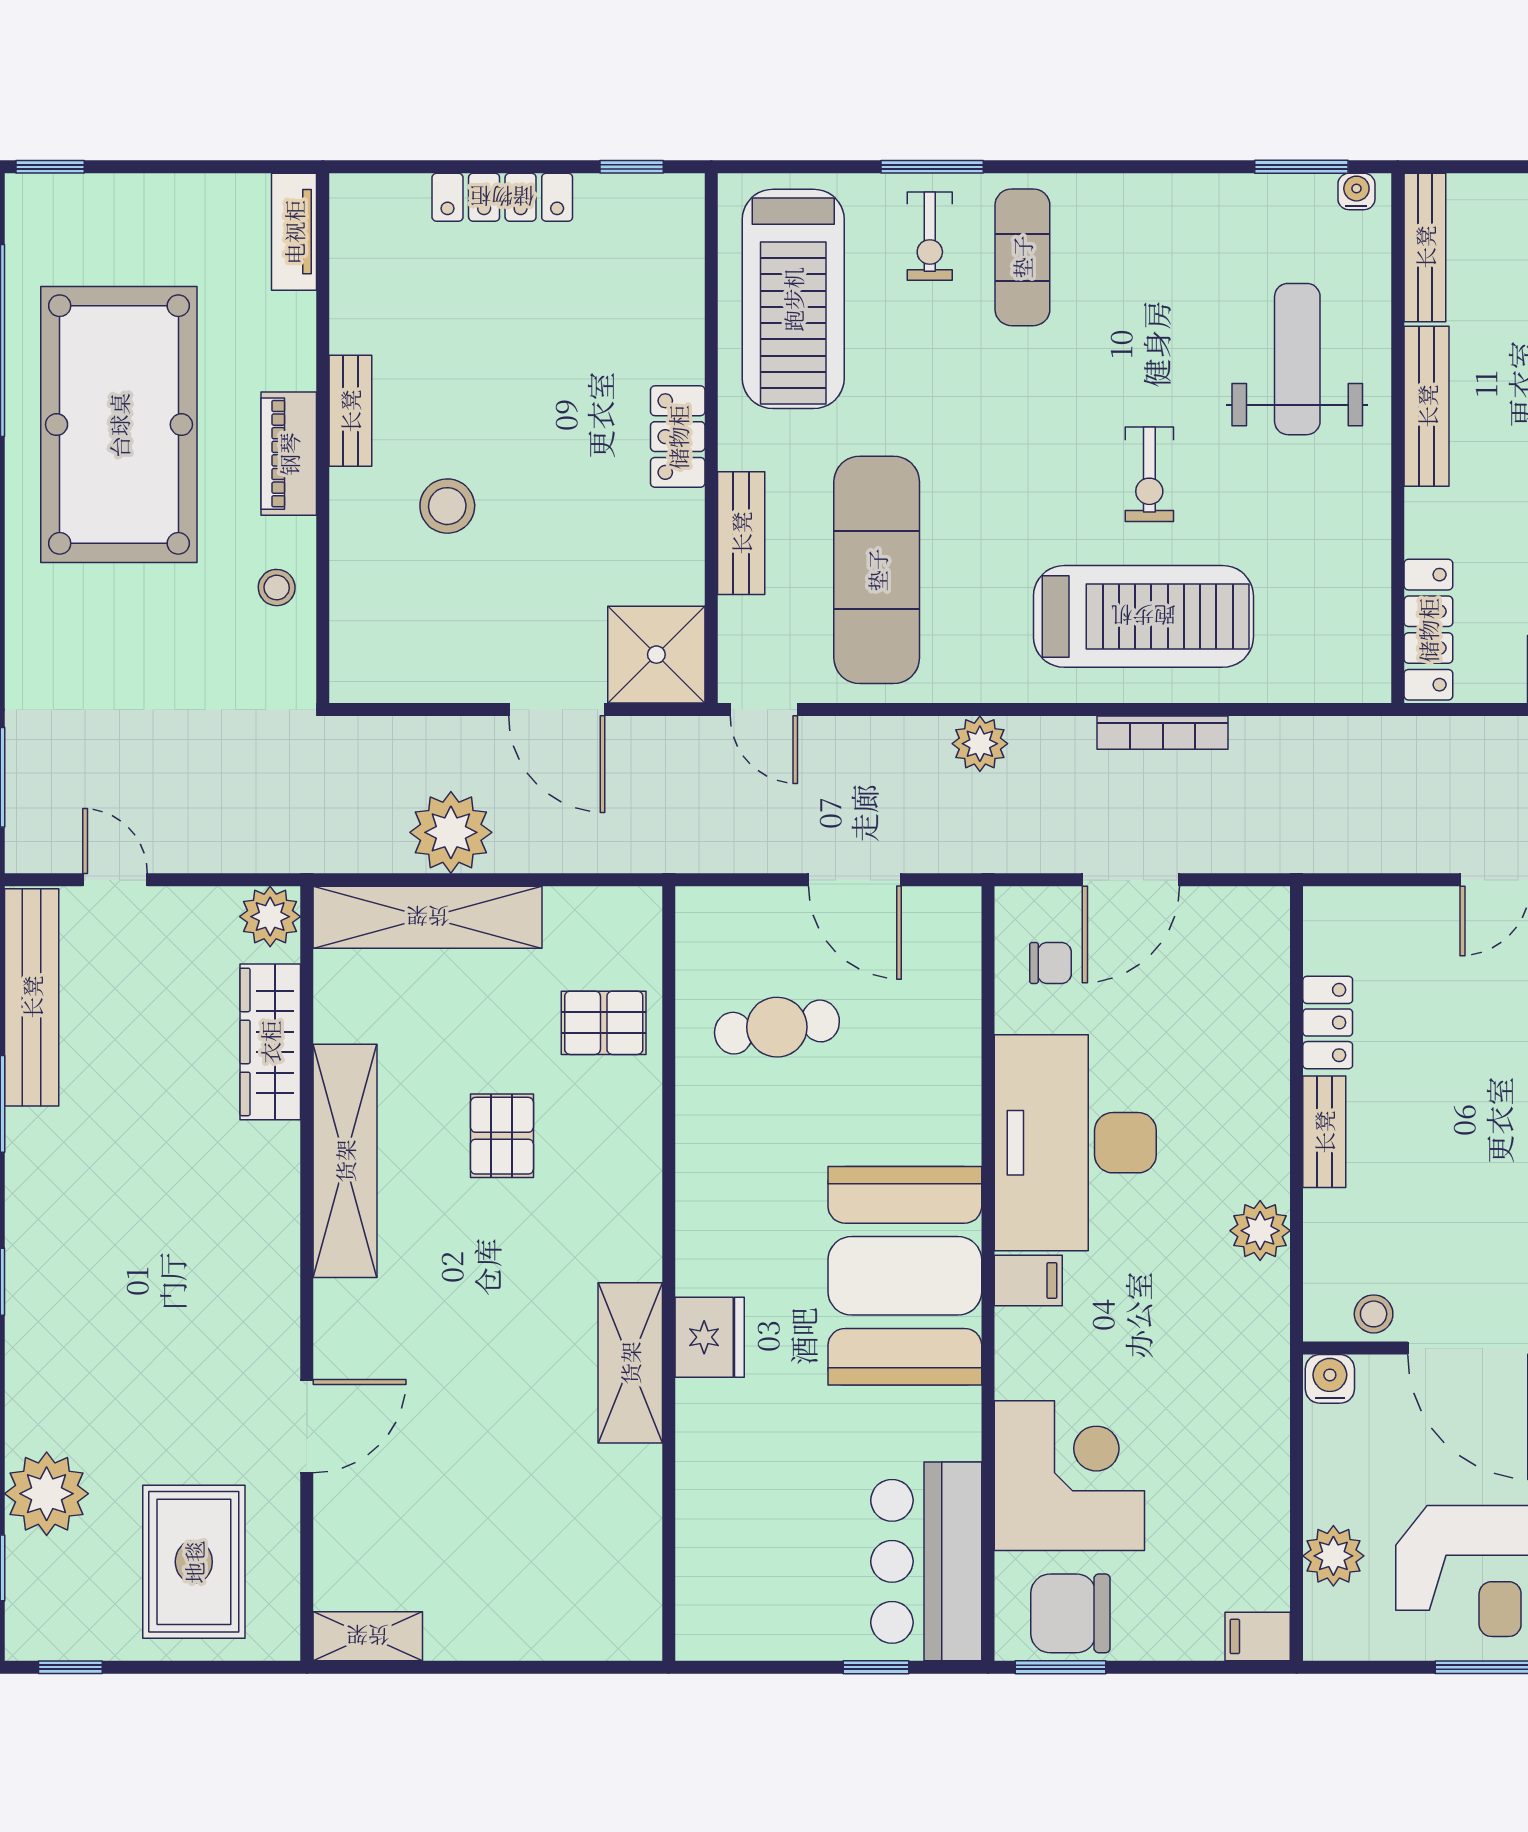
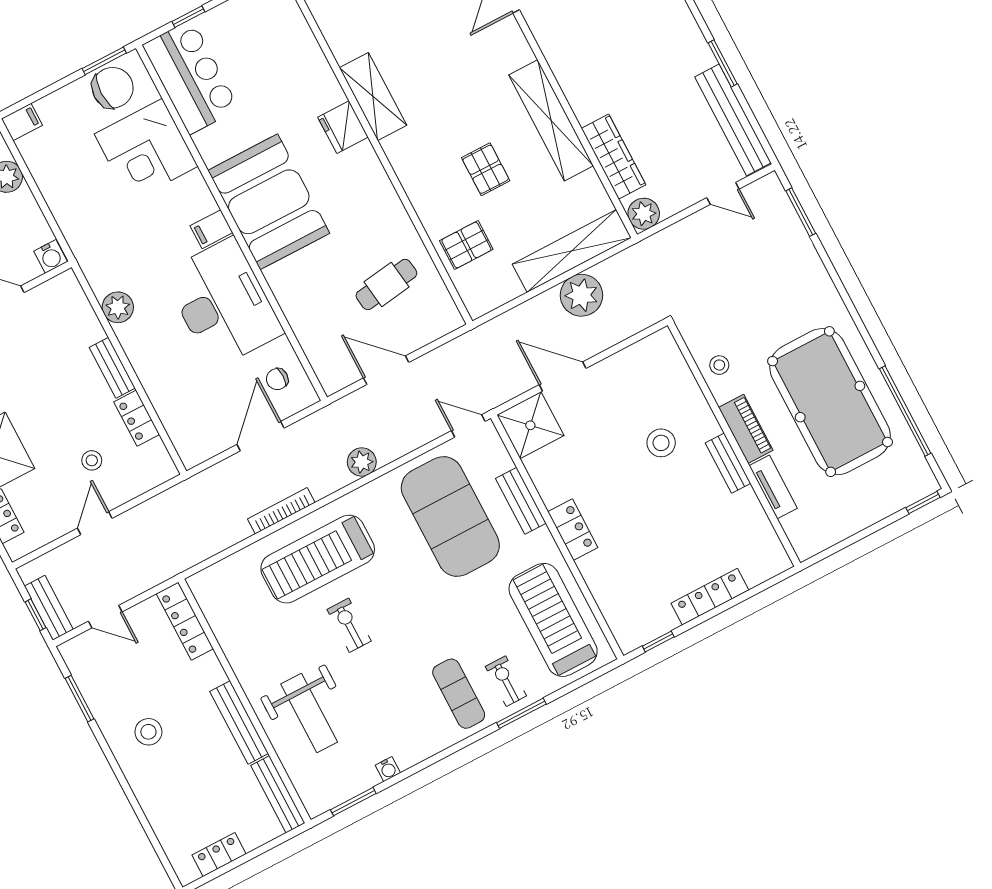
water cooler: (1356, 191) -> (388, 769), moved
tv unit: (294, 232) -> (773, 487), moved
exercise mat: (877, 570) -> (450, 516), width x1.47
stool: (1374, 1314) -> (92, 460), moved

